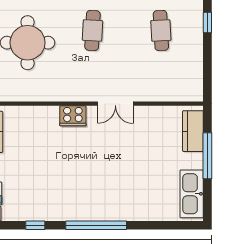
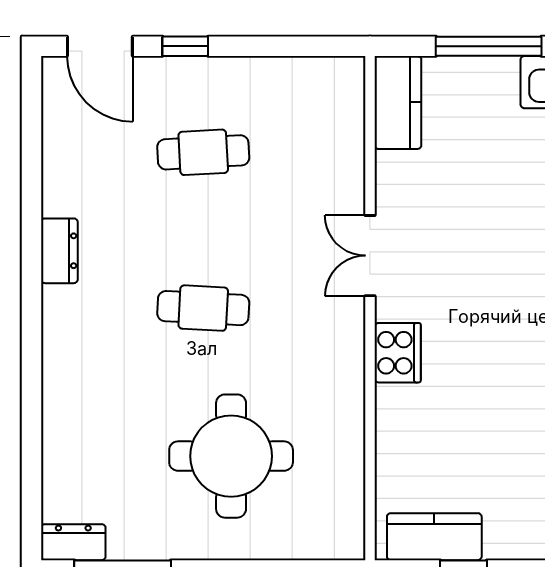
double door: (115, 104) -> (370, 256), swing flipped
kitchen counter: (193, 131) -> (398, 102), moved, turned -90

